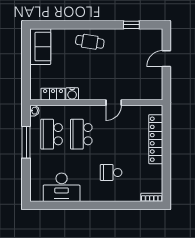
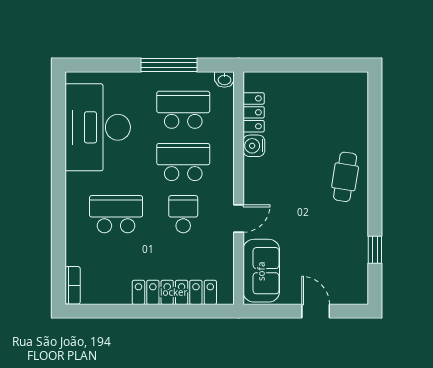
sofa: (40, 47) -> (261, 271), moved, turned -90
door: (114, 103) -> (239, 219), swing flipped
school desk: (111, 134) -> (183, 214), added
school desk: (111, 173) -> (116, 214), width x1.85
desk: (62, 187) -> (98, 127), width x1.36, depth x1.30

